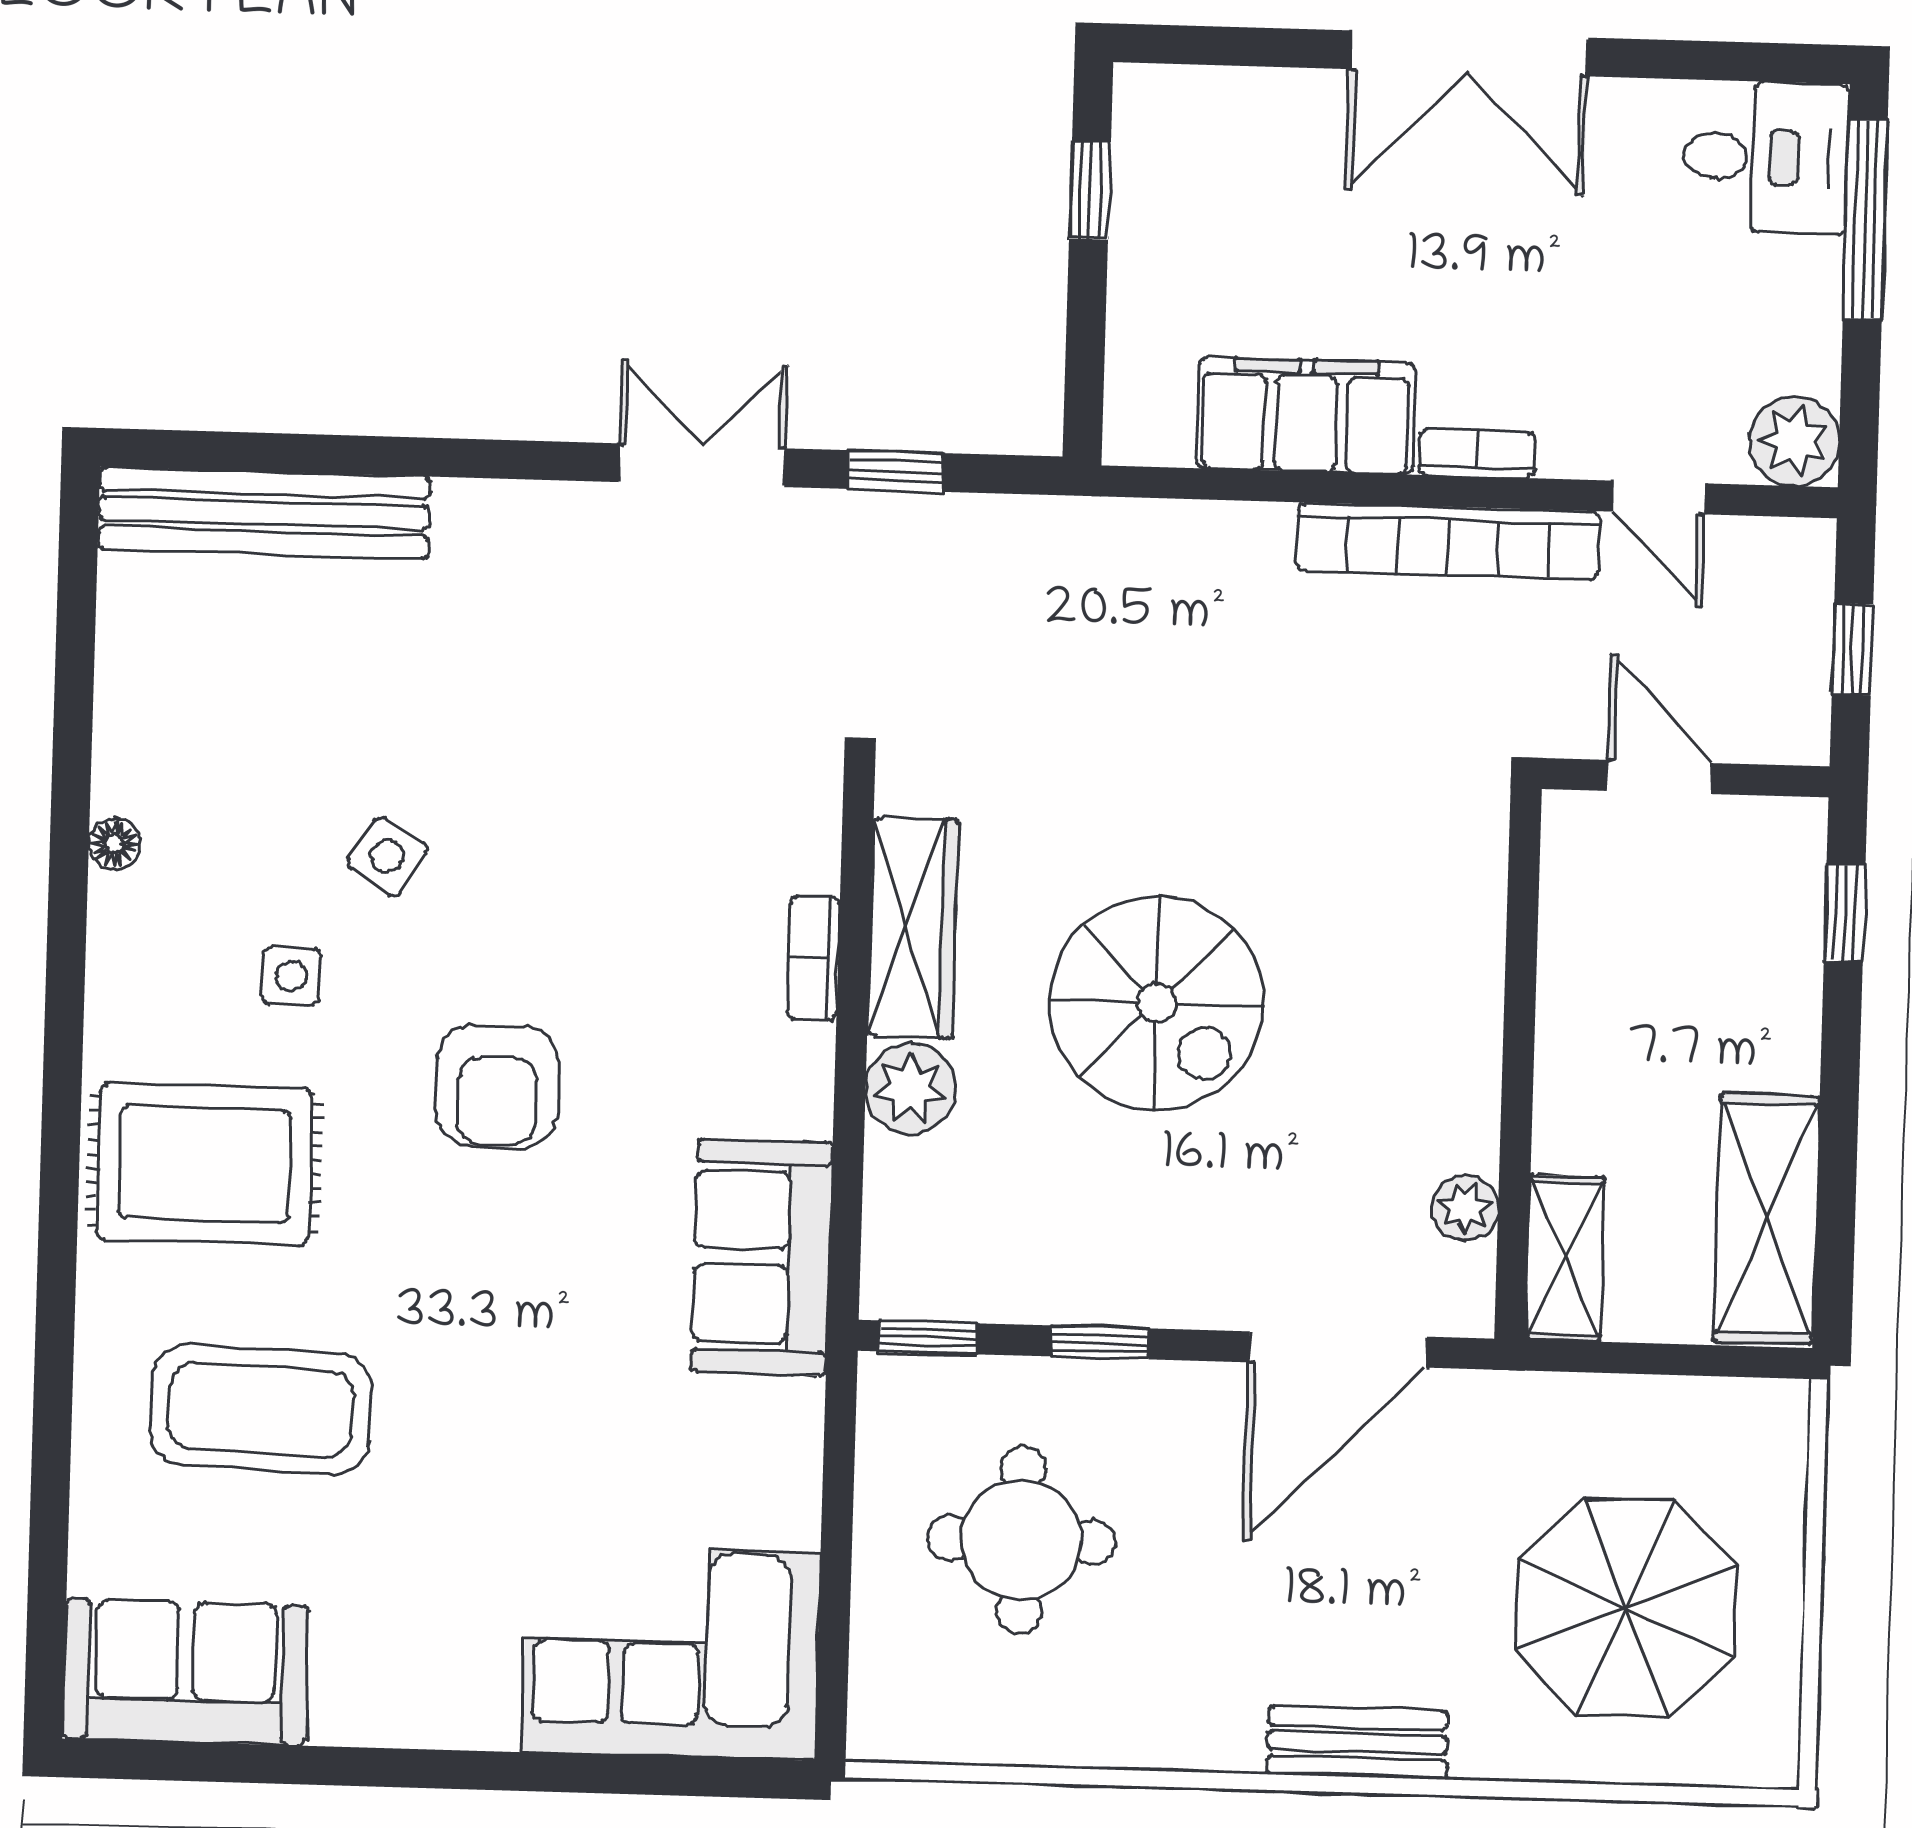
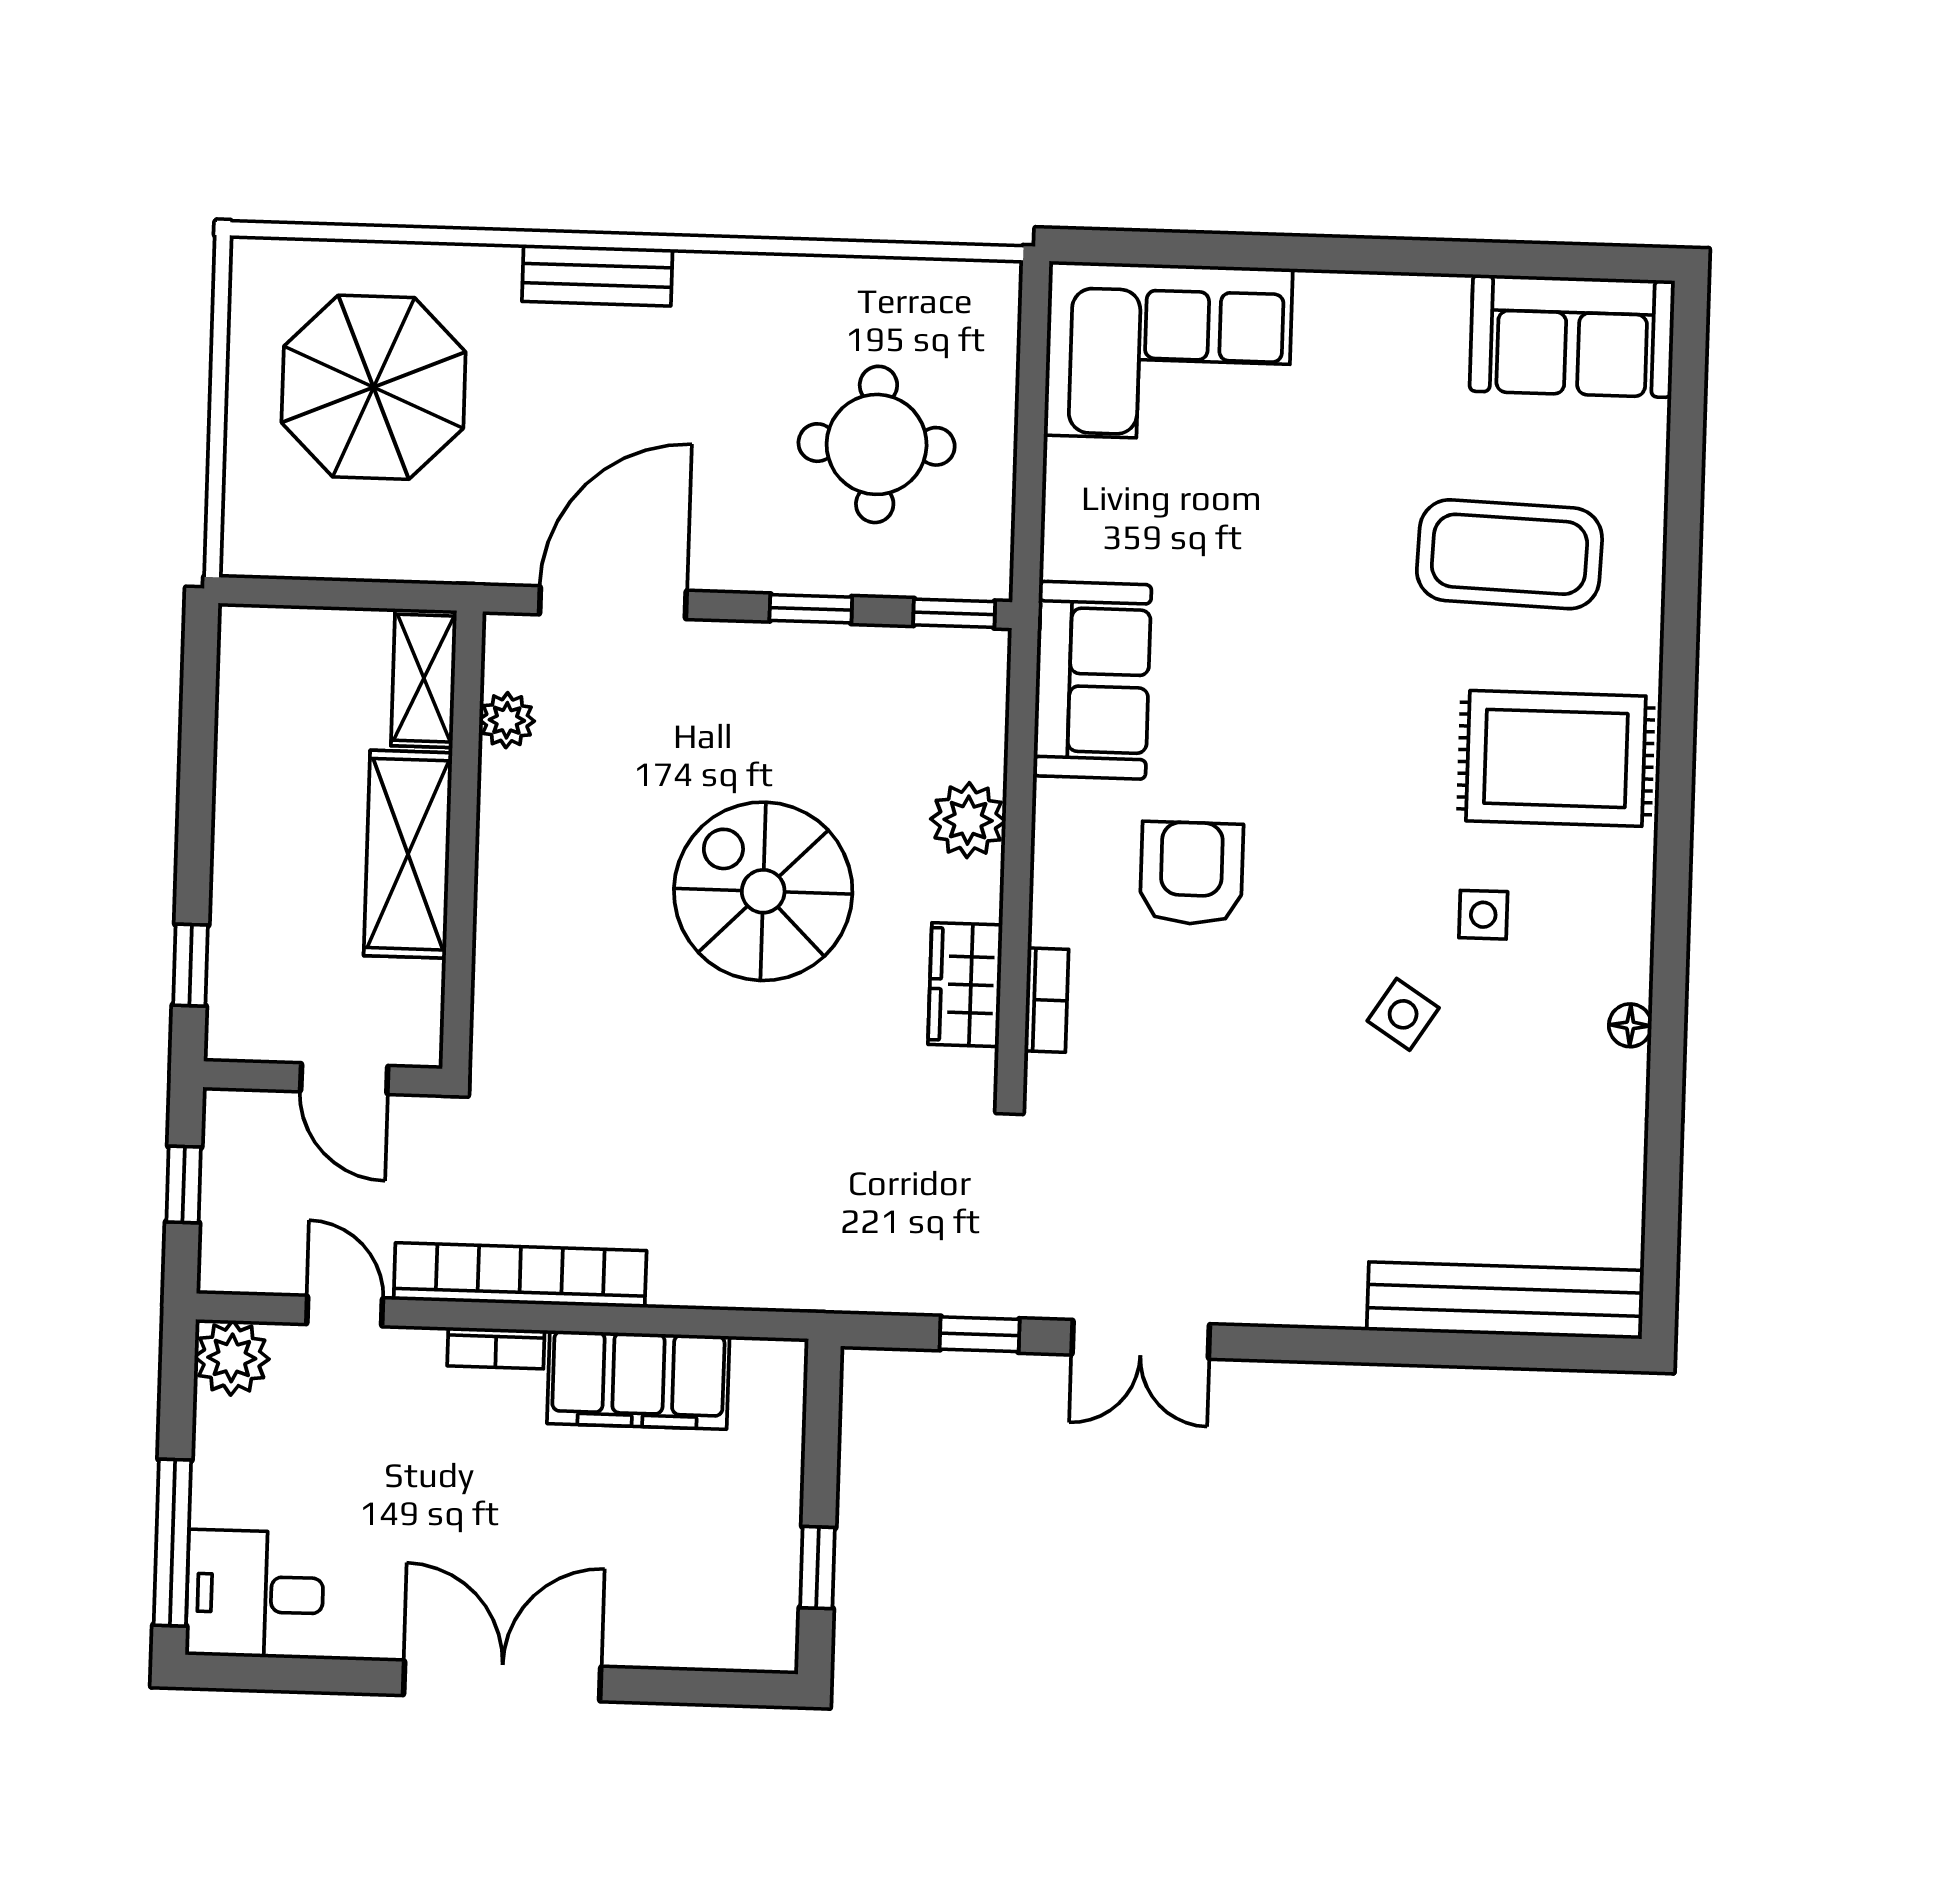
wardrobe: (913, 928) -> (965, 985), width x0.67
bookcase: (813, 958) -> (1047, 1000), moved
armchair: (497, 1086) -> (1191, 873), moved
shelving: (1767, 1219) -> (408, 854), moved

